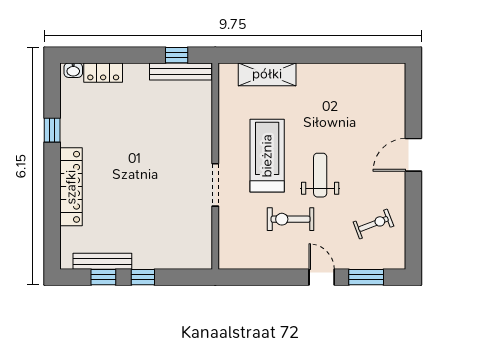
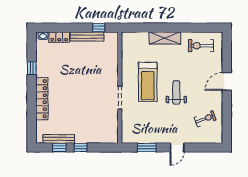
bench: (181, 71) -> (87, 36), moved
shelving: (267, 74) -> (165, 38), moved
treadmill: (267, 156) -> (148, 82), turned 180
exercise bike: (291, 219) -> (201, 46), moved
door: (322, 277) -> (177, 148), swing flipped
window: (366, 277) -> (147, 148), moved

